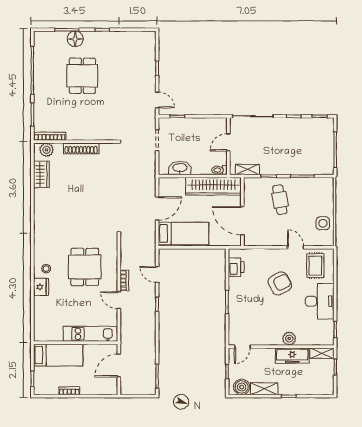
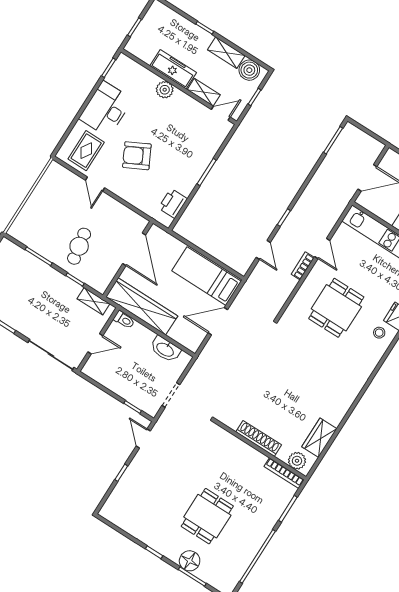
side table: (323, 223) -> (49, 191), removed
shelving: (322, 353) -> (204, 92), moved

